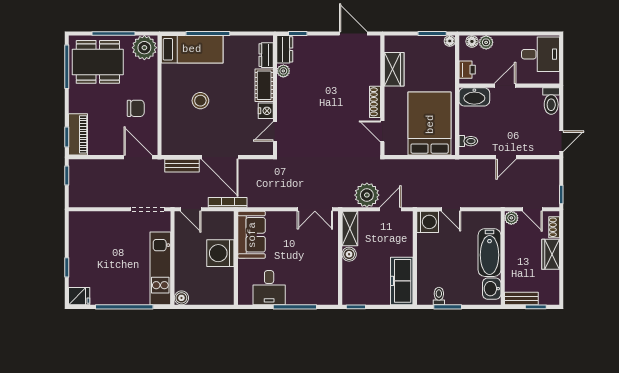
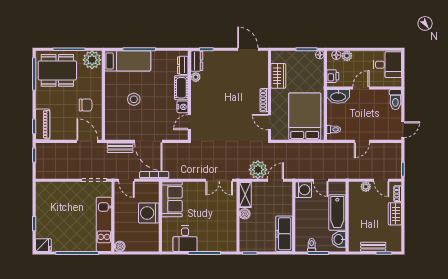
bathtub: (489, 253) -> (337, 213), moved
wall: (503, 258) -> (347, 217), moved
washbasin: (492, 289) -> (339, 239), moved

